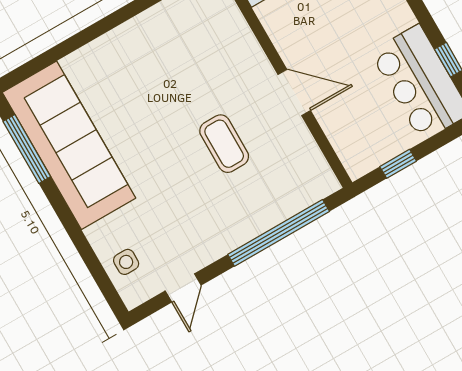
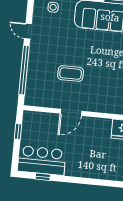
door: (183, 288) -> (28, 31), moved

